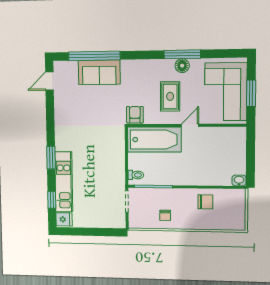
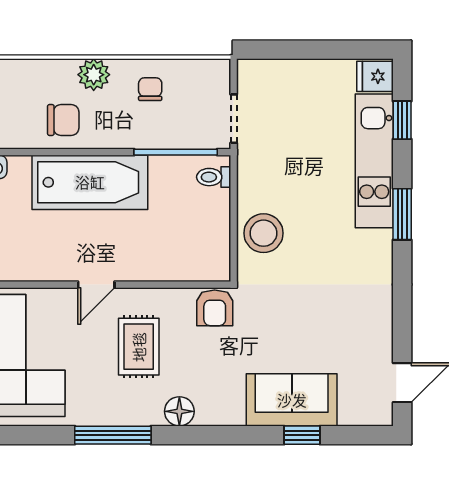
window: (94, 56) -> (302, 435), width x0.32
floor lamp: (182, 66) -> (179, 411), moved
bathtub: (154, 140) -> (90, 182), moved, turned 180
stool: (113, 149) -> (264, 233), added
chair: (205, 202) -> (63, 120), turned 180
plant: (191, 222) -> (94, 75), added

